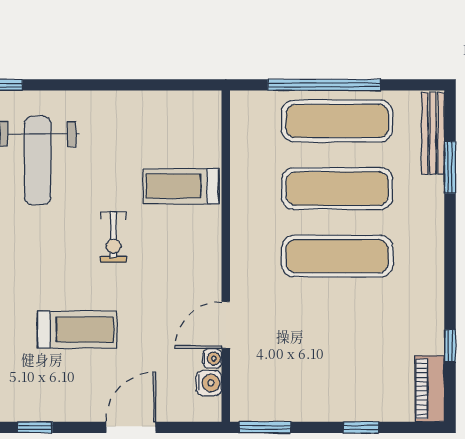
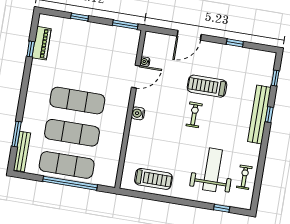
treadmill: (181, 186) -> (153, 179), moved
exercise bike: (113, 237) -> (194, 115), moved
water cooler: (209, 383) -> (138, 113), moved
piano: (430, 389) -> (42, 43), moved

